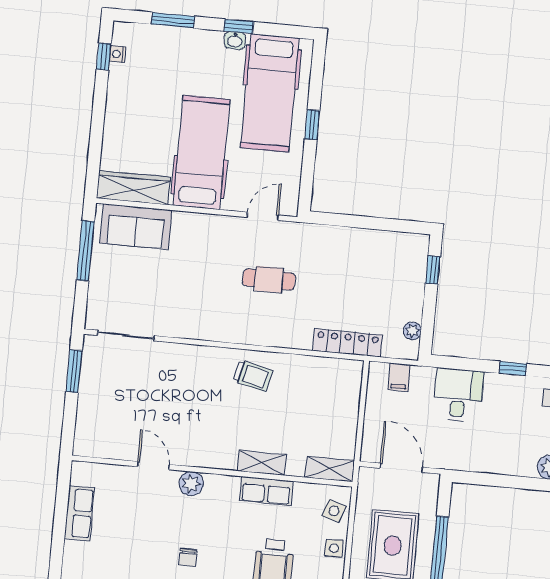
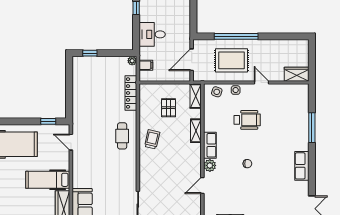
window: (312, 125) -> (48, 121), moved
hospital bed: (201, 152) -> (48, 180), width x0.73, depth x0.78
cafe table: (269, 279) -> (122, 136), moved
plant: (412, 331) -> (132, 61), moved
pallet: (312, 414) -> (169, 108), added
row of seats: (266, 491) -> (210, 145), moved

